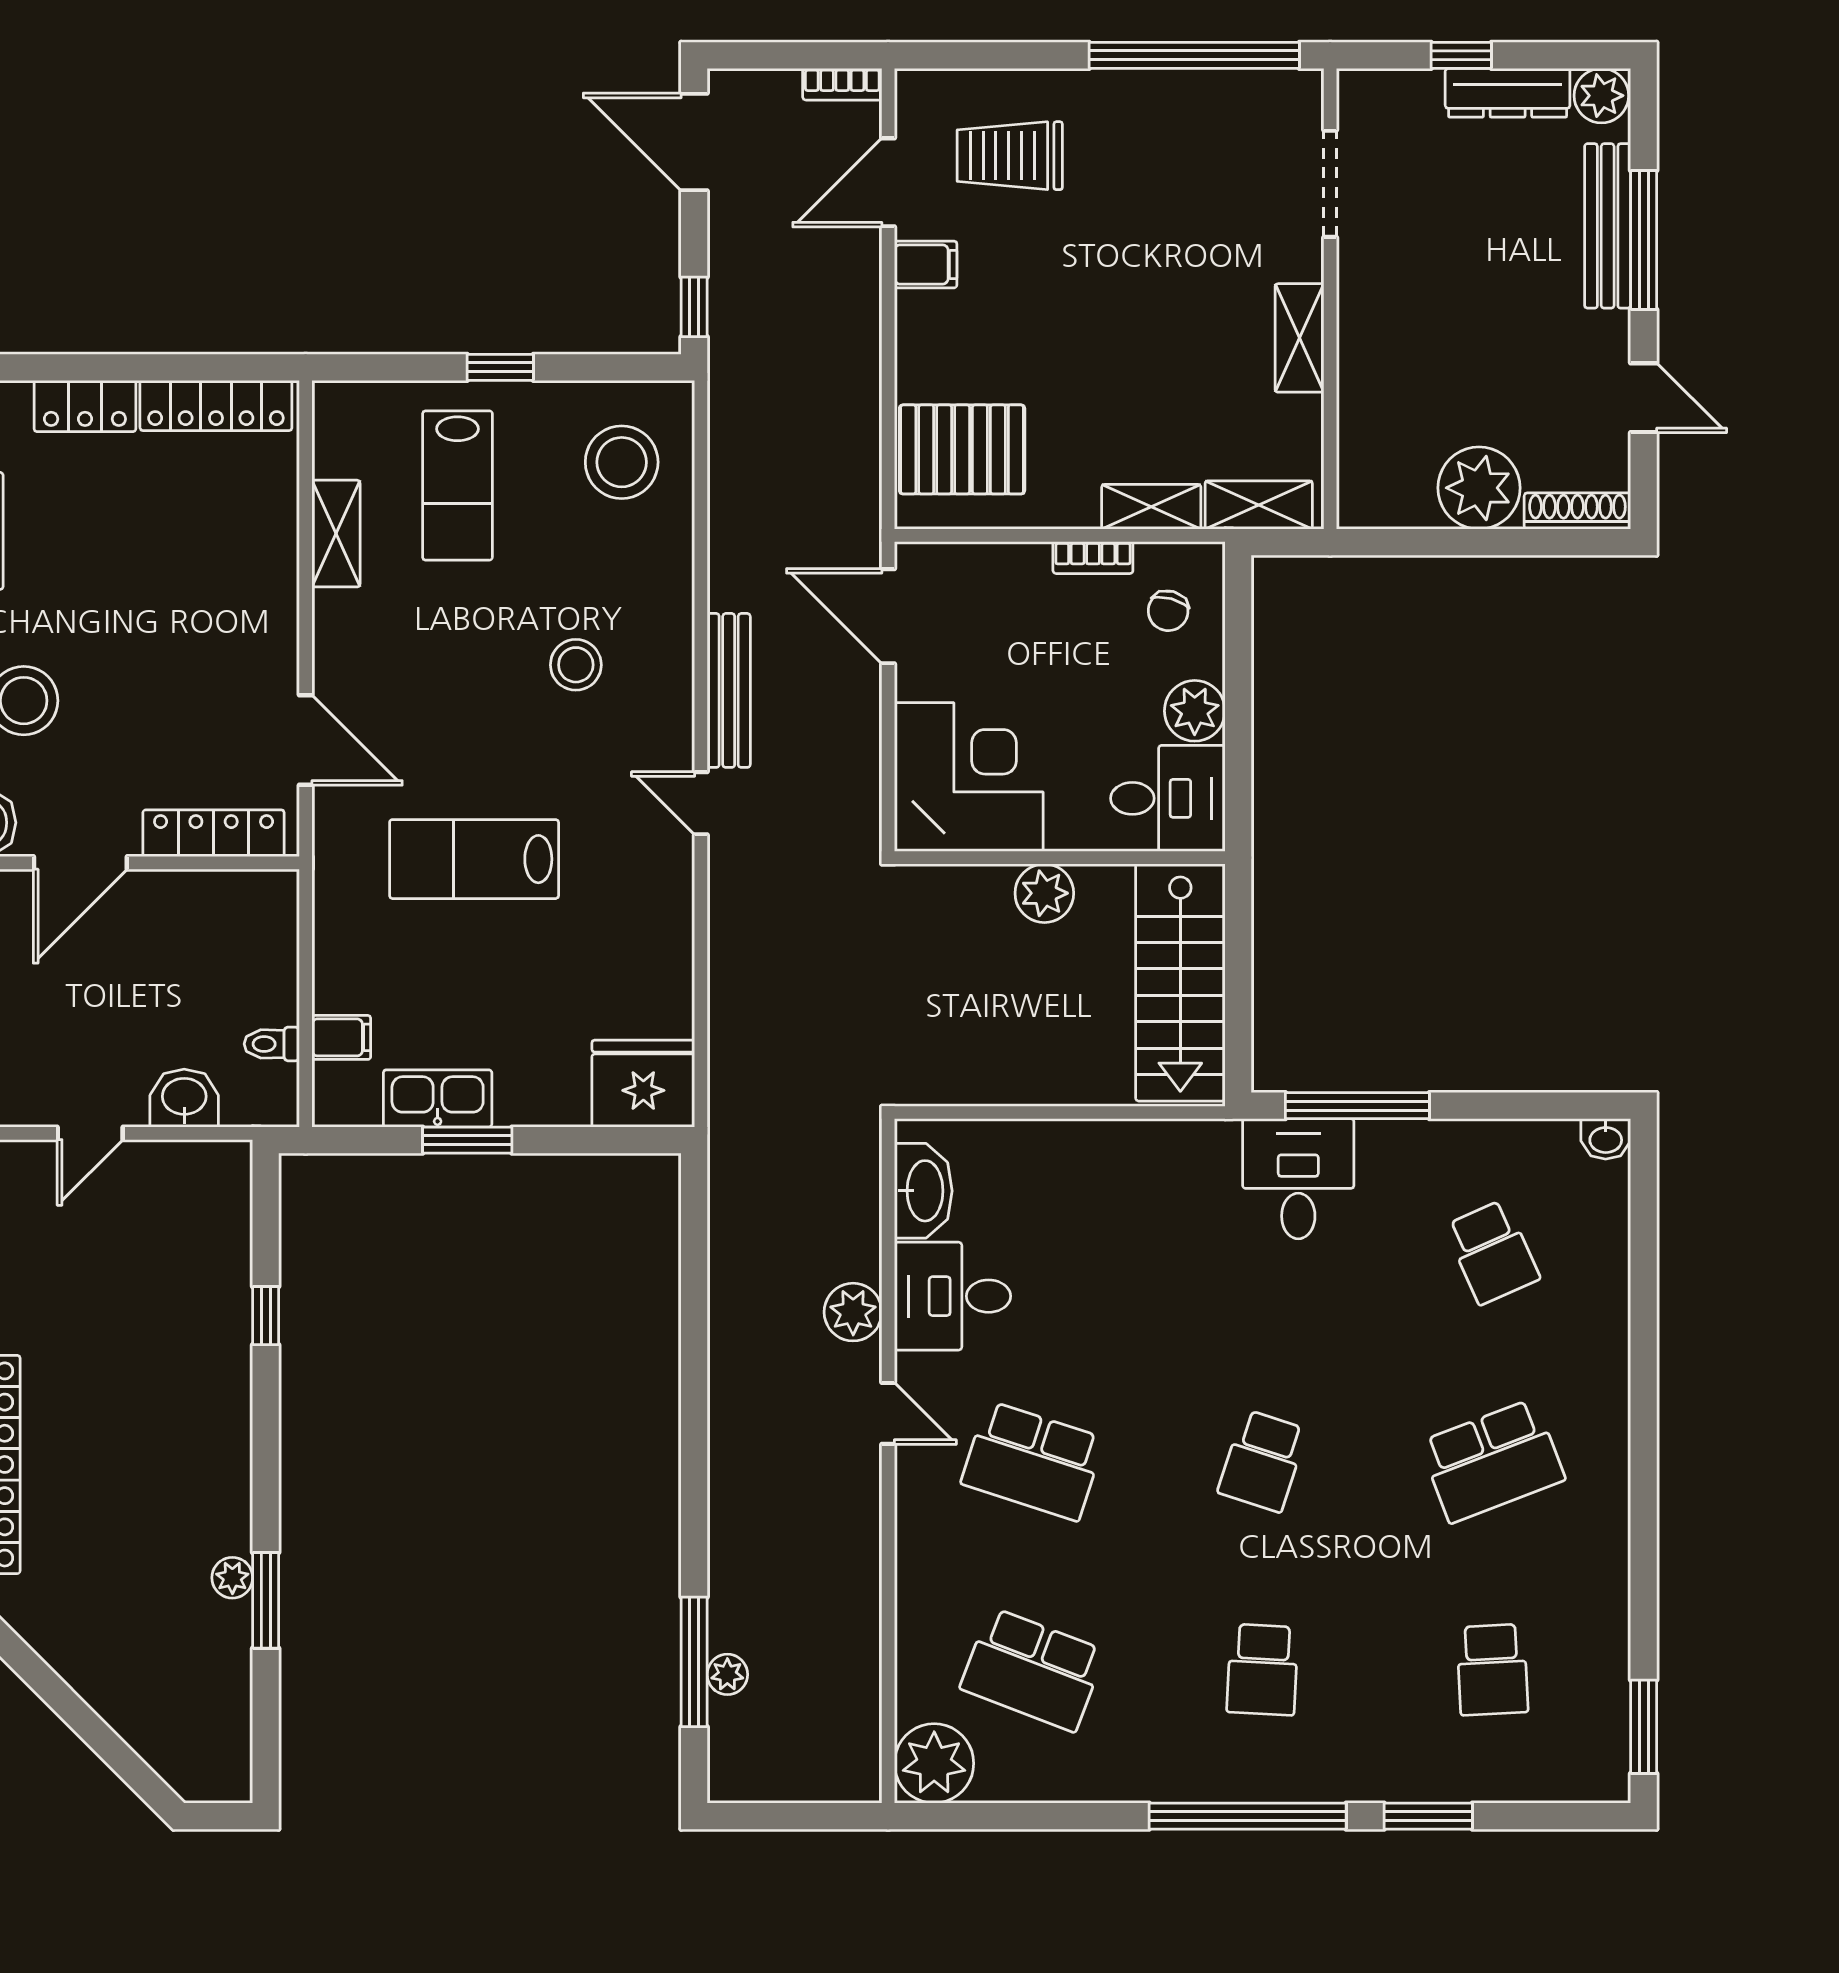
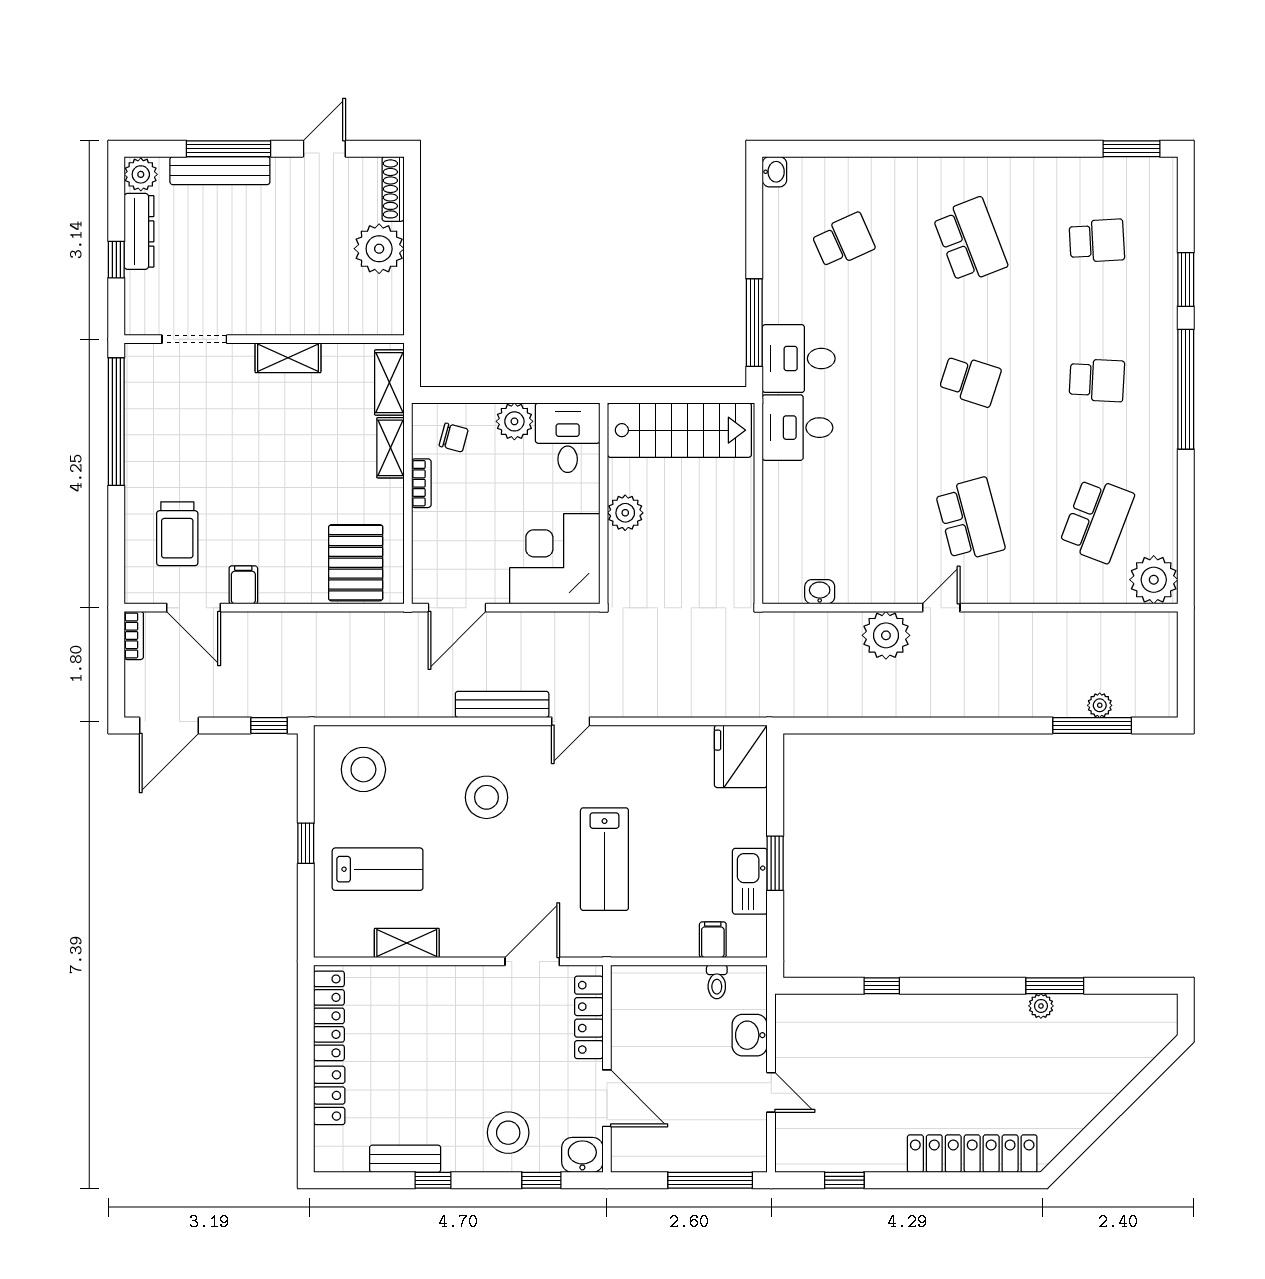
stool: (576, 665) -> (486, 797), width x1.38, depth x1.38
washbasin: (923, 1191) -> (820, 592), width x0.52, depth x0.69
desk: (952, 1296) -> (797, 428), moved, turned 90
plant: (853, 1312) -> (886, 635), width x1.36, depth x1.36
school desk: (1033, 1461) -> (970, 520), turned -33

